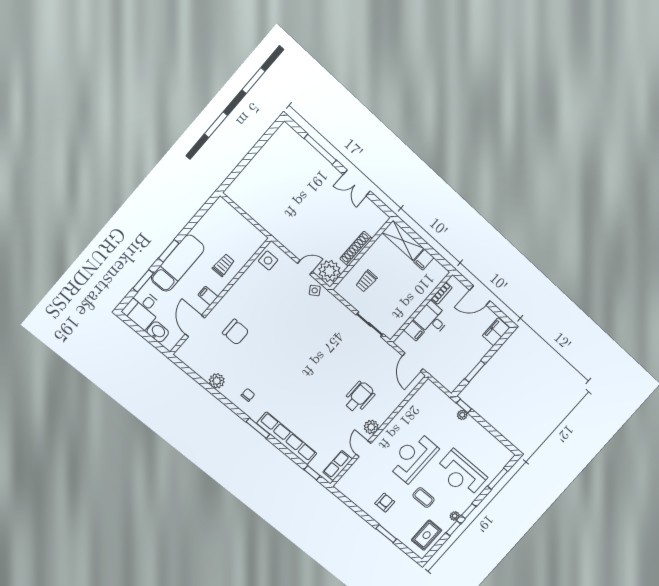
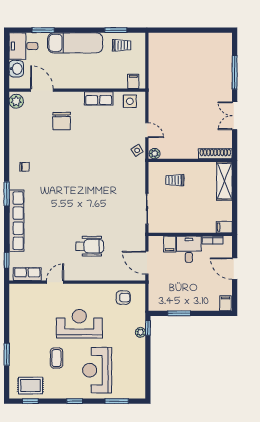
shoe rack: (356, 249) -> (215, 154), moved
window: (169, 251) -> (116, 30), moved
filing cabinet: (424, 260) -> (224, 227), moved
trolley: (223, 265) -> (122, 45), moved
plant: (329, 271) -> (155, 154), width x0.53, depth x0.53
row of seats: (243, 285) -> (99, 98), added
filing cabinet: (208, 296) -> (133, 81), moved
door: (195, 326) -> (42, 90), hinge flipped
filing cabinet: (496, 332) -> (225, 303), width x0.50
door: (413, 362) -> (147, 263), hinge flipped
plant: (217, 381) -> (16, 101), moved
plant: (371, 427) -> (76, 274), removed
armchair: (385, 503) -> (123, 298), moved
plant: (455, 516) -> (62, 394), removed
window: (453, 528) -> (30, 401), moved

